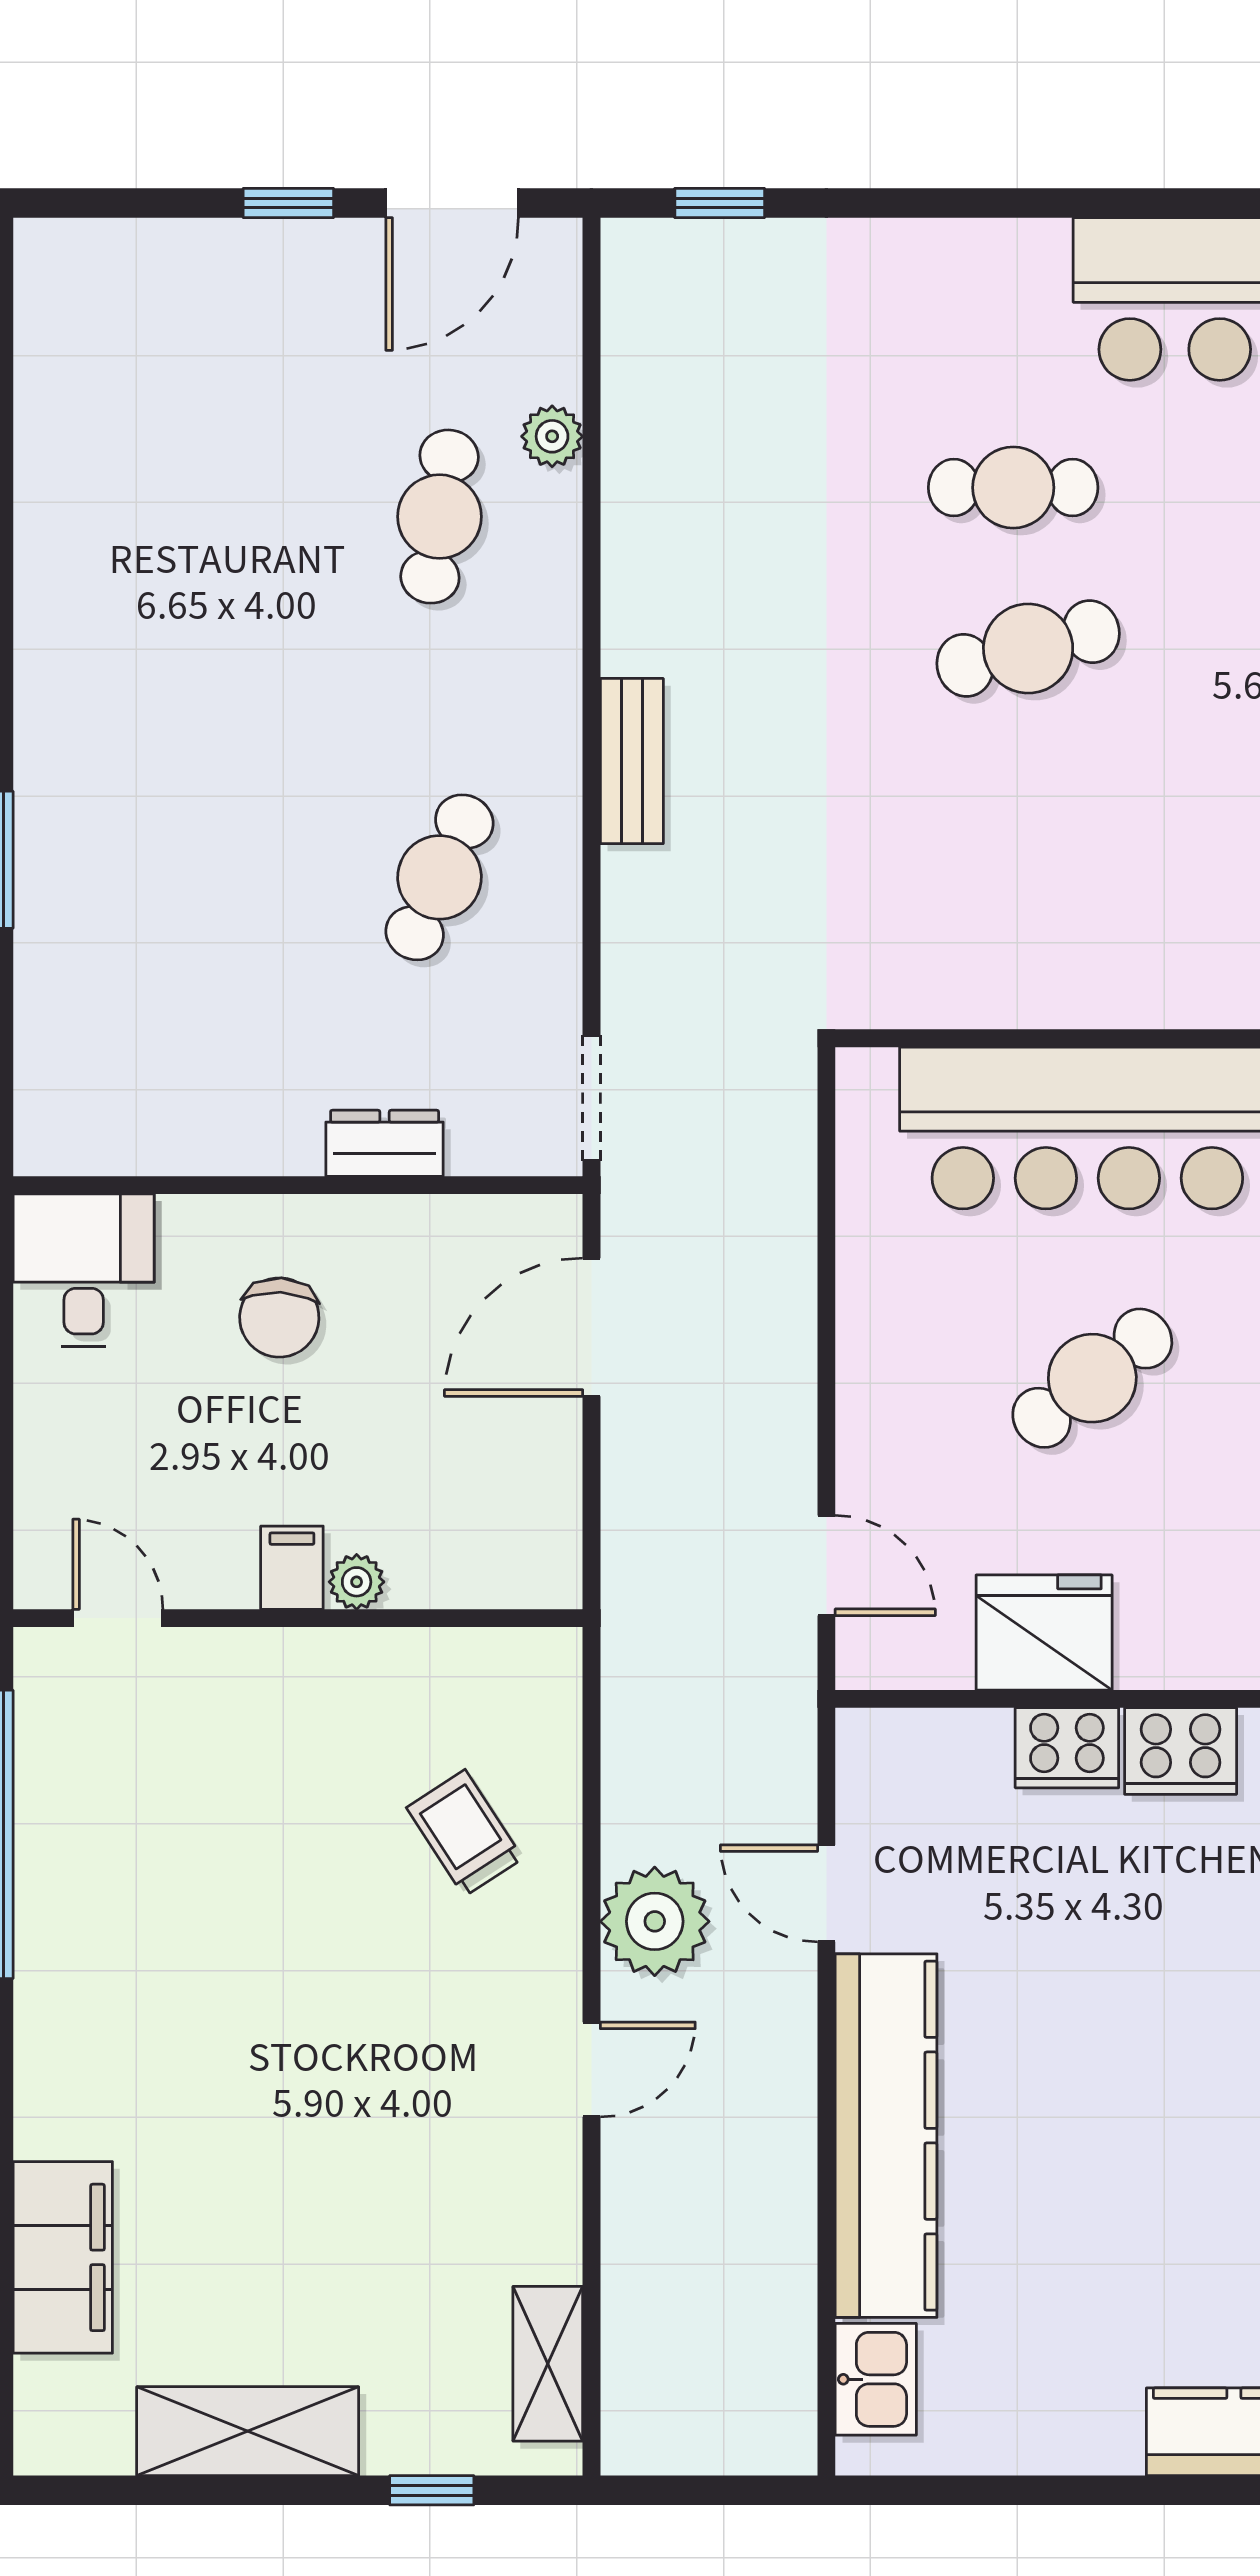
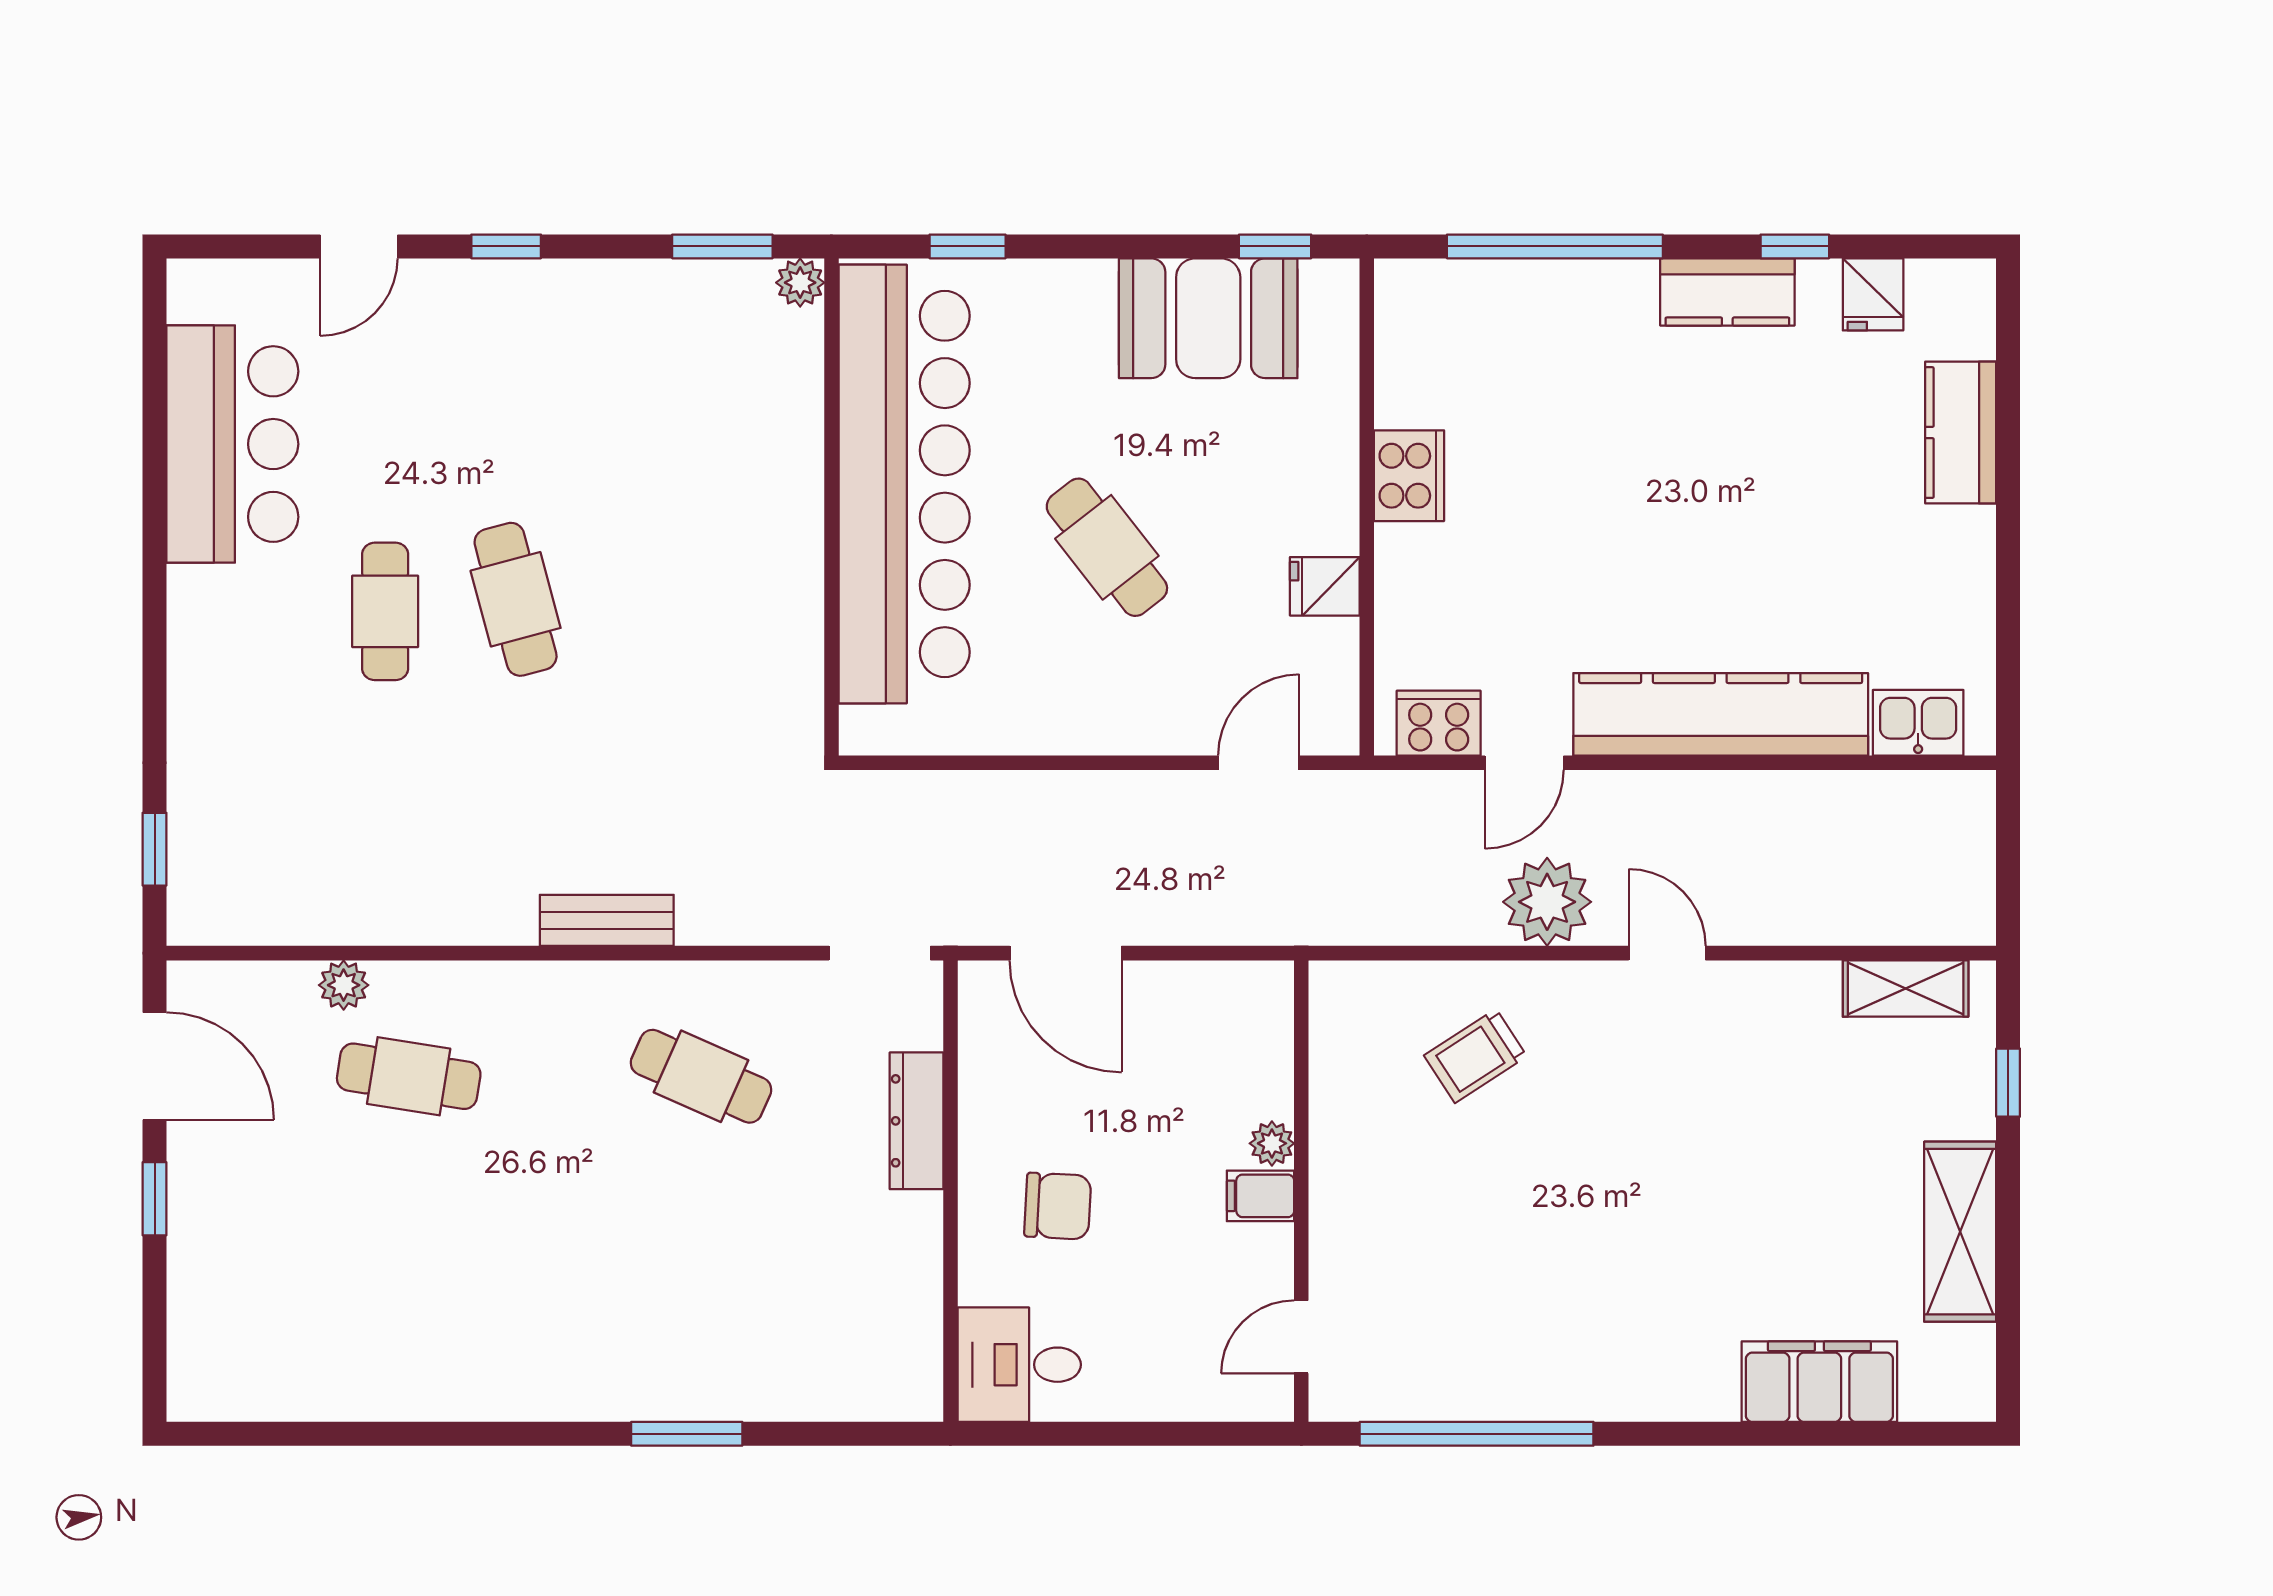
dresser: (385, 1143) -> (917, 1121), width x1.44
fridge: (1044, 1633) -> (1325, 586), width x0.53, depth x0.75
cooker: (1067, 1748) -> (1439, 723), moved, turned -90

